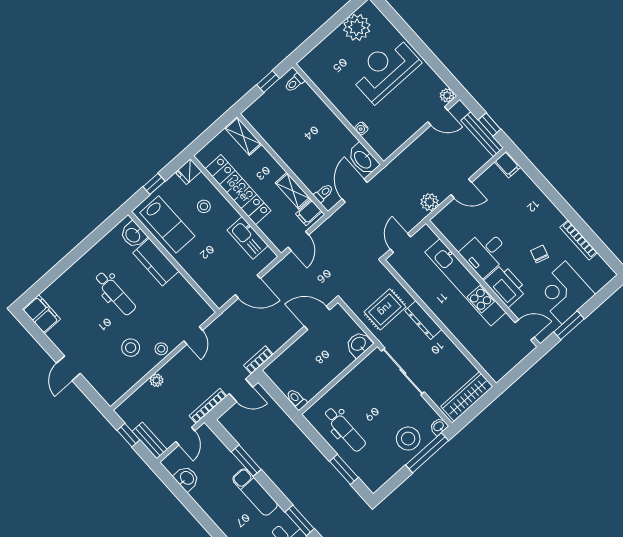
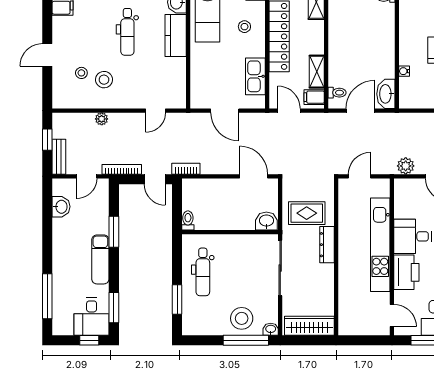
door: (298, 241) -> (289, 111), swing flipped
stool: (161, 349) -> (81, 73), moved

